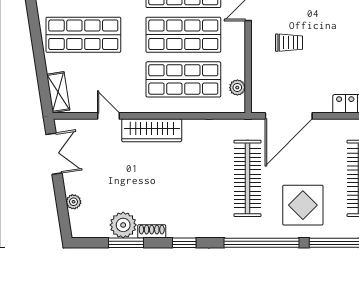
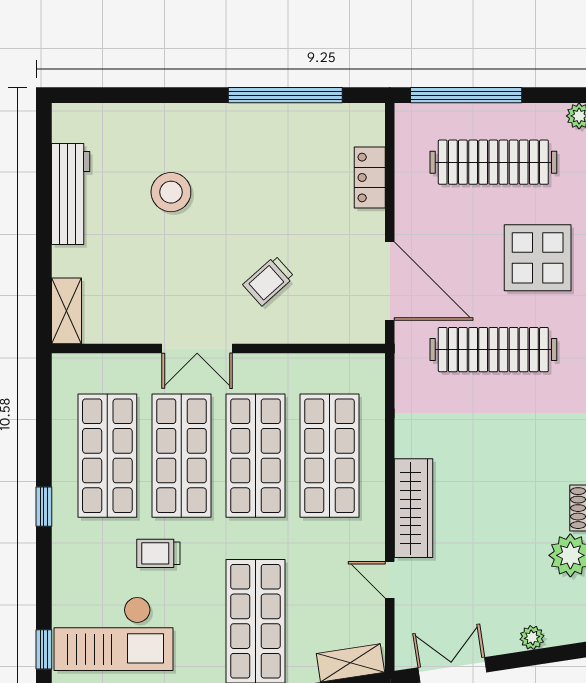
trolley: (289, 43) -> (269, 281), turned -132
plant: (237, 88) -> (343, 366), removed
door: (108, 116) -> (390, 580), hinge flipped

